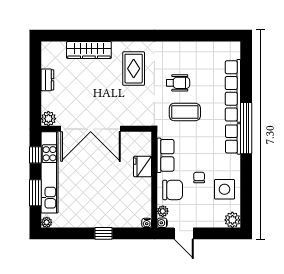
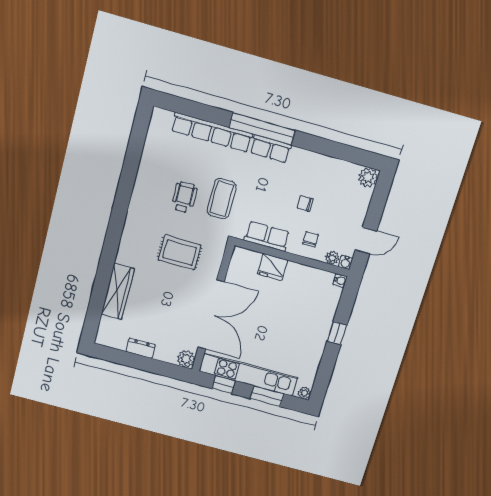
rug: (134, 69) -> (179, 253), moved
side table: (224, 189) -> (328, 177), removed
chair: (173, 190) -> (311, 239), width x0.54, depth x0.54

